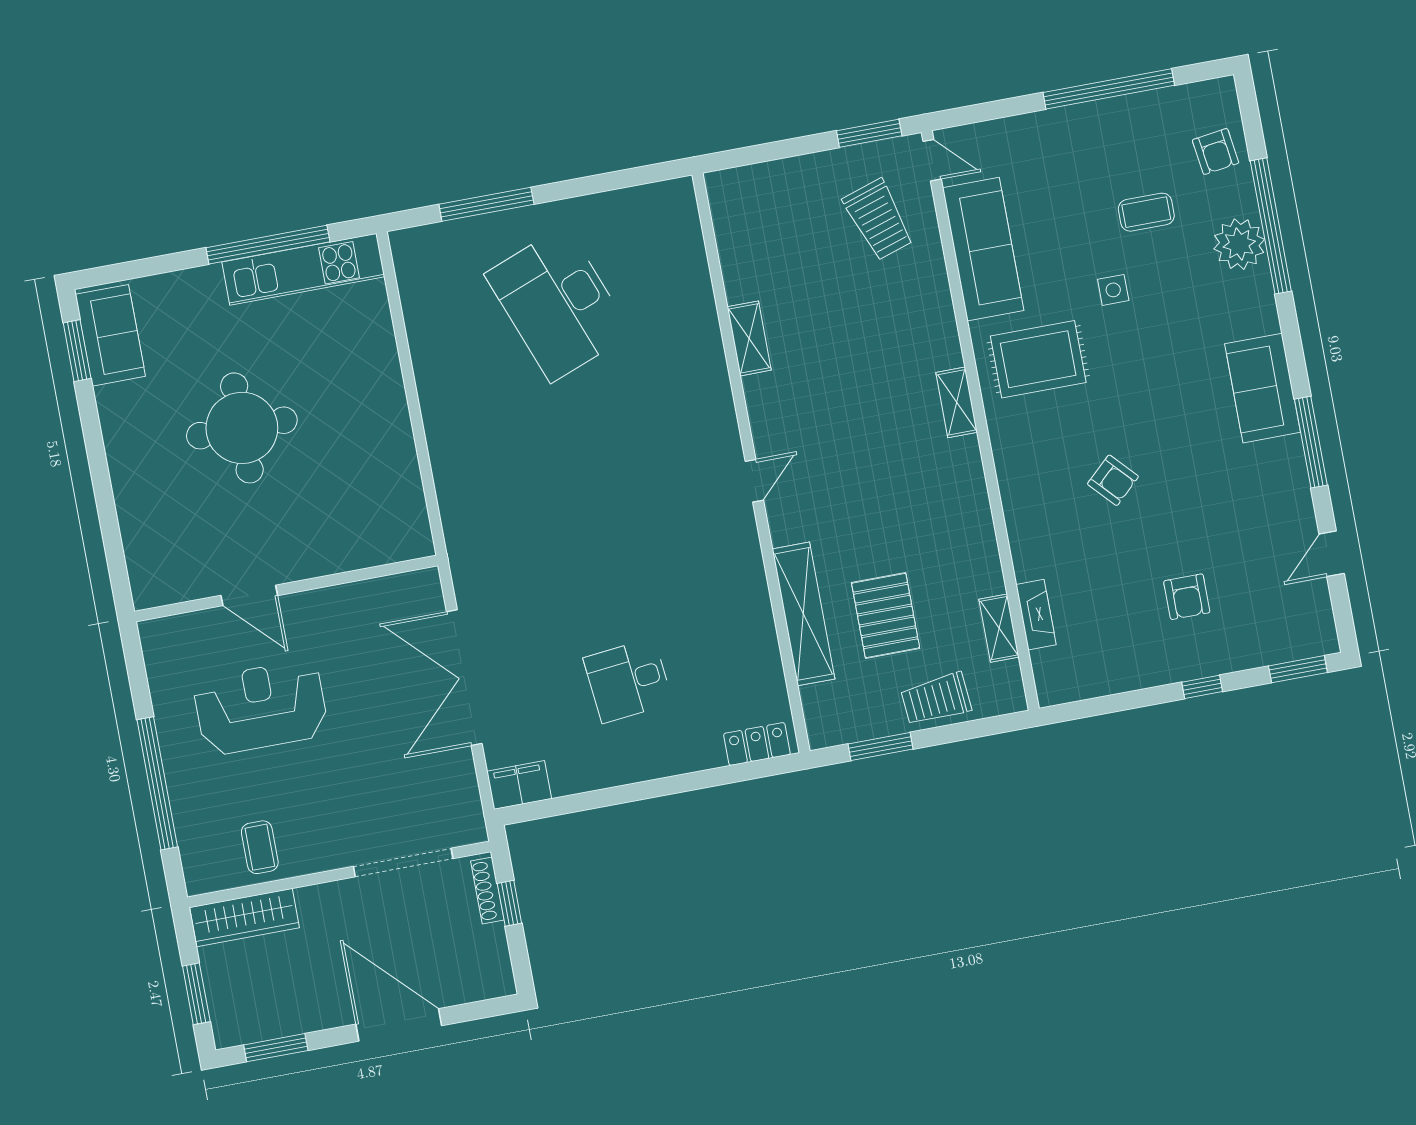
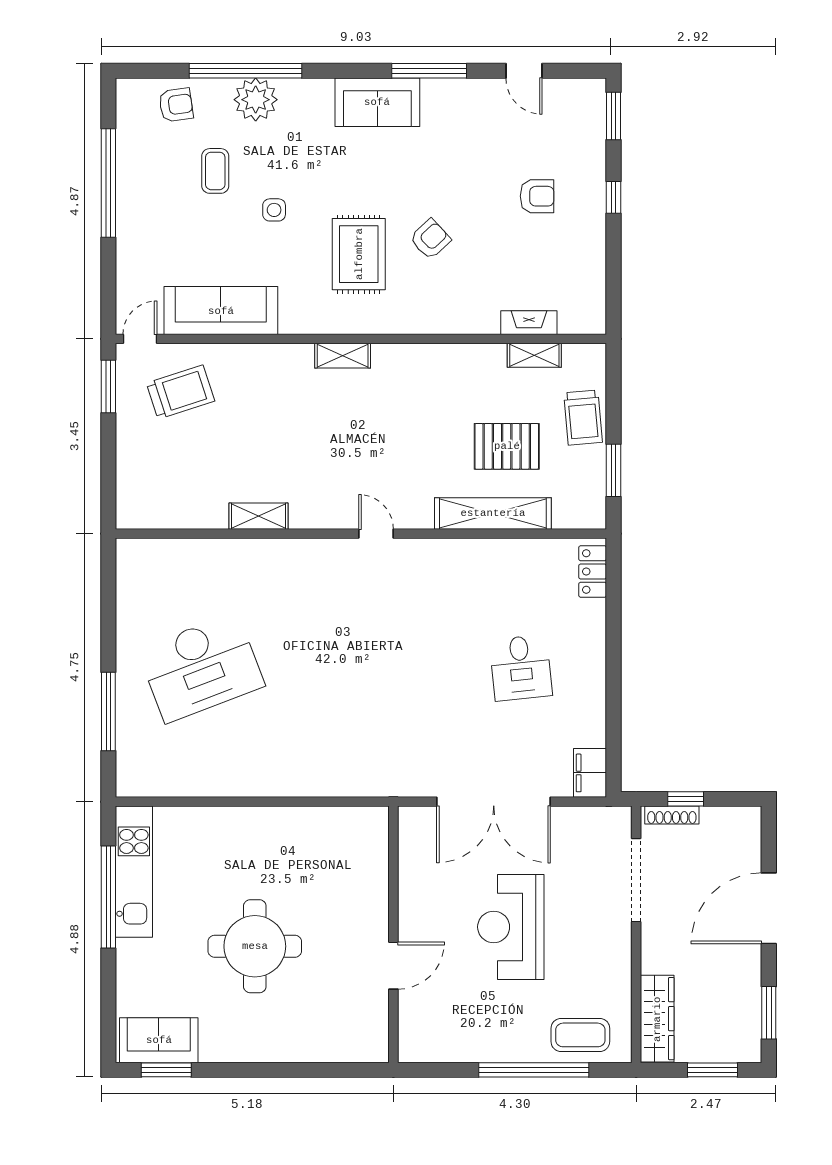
rug: (1038, 359) -> (359, 254), moved
reception desk: (261, 707) -> (511, 927), moved
coffee table: (260, 847) -> (580, 1035), moved, width x1.36, depth x1.30

